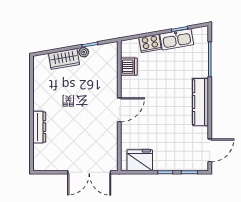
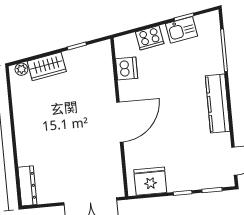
kitchen sink: (177, 39) -> (182, 30), width x0.73
plant: (84, 52) -> (21, 69), moved
door: (119, 110) -> (120, 122), width x1.36
dresser: (39, 127) -> (27, 186), moved

